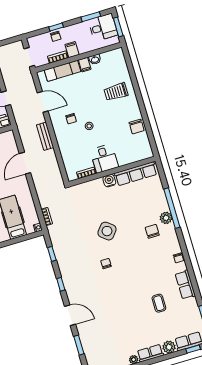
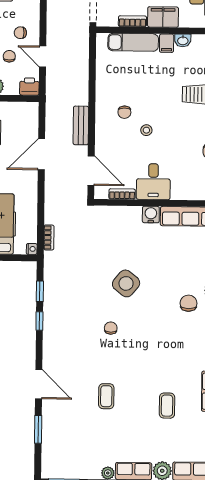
filing cabinet: (72, 50) -> (163, 17), width x2.00
door: (43, 102) -> (91, 171), moved
window: (61, 284) -> (39, 321), moved
coffee table: (117, 309) -> (106, 396), added

